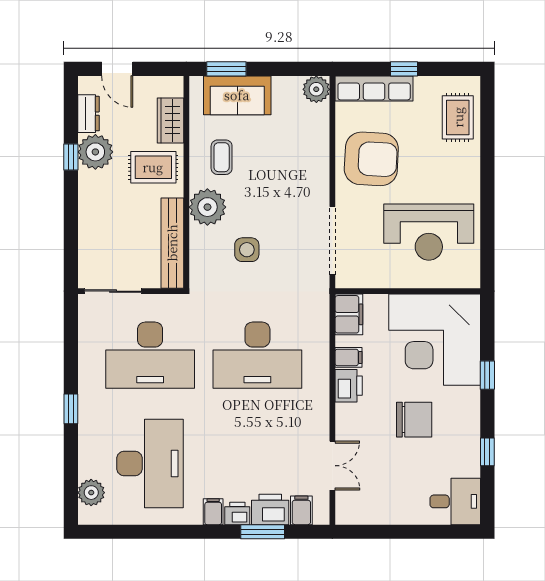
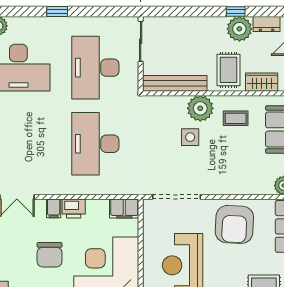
side table: (247, 250) -> (190, 137), moved
filing cabinet: (349, 357) -> (54, 208), moved

